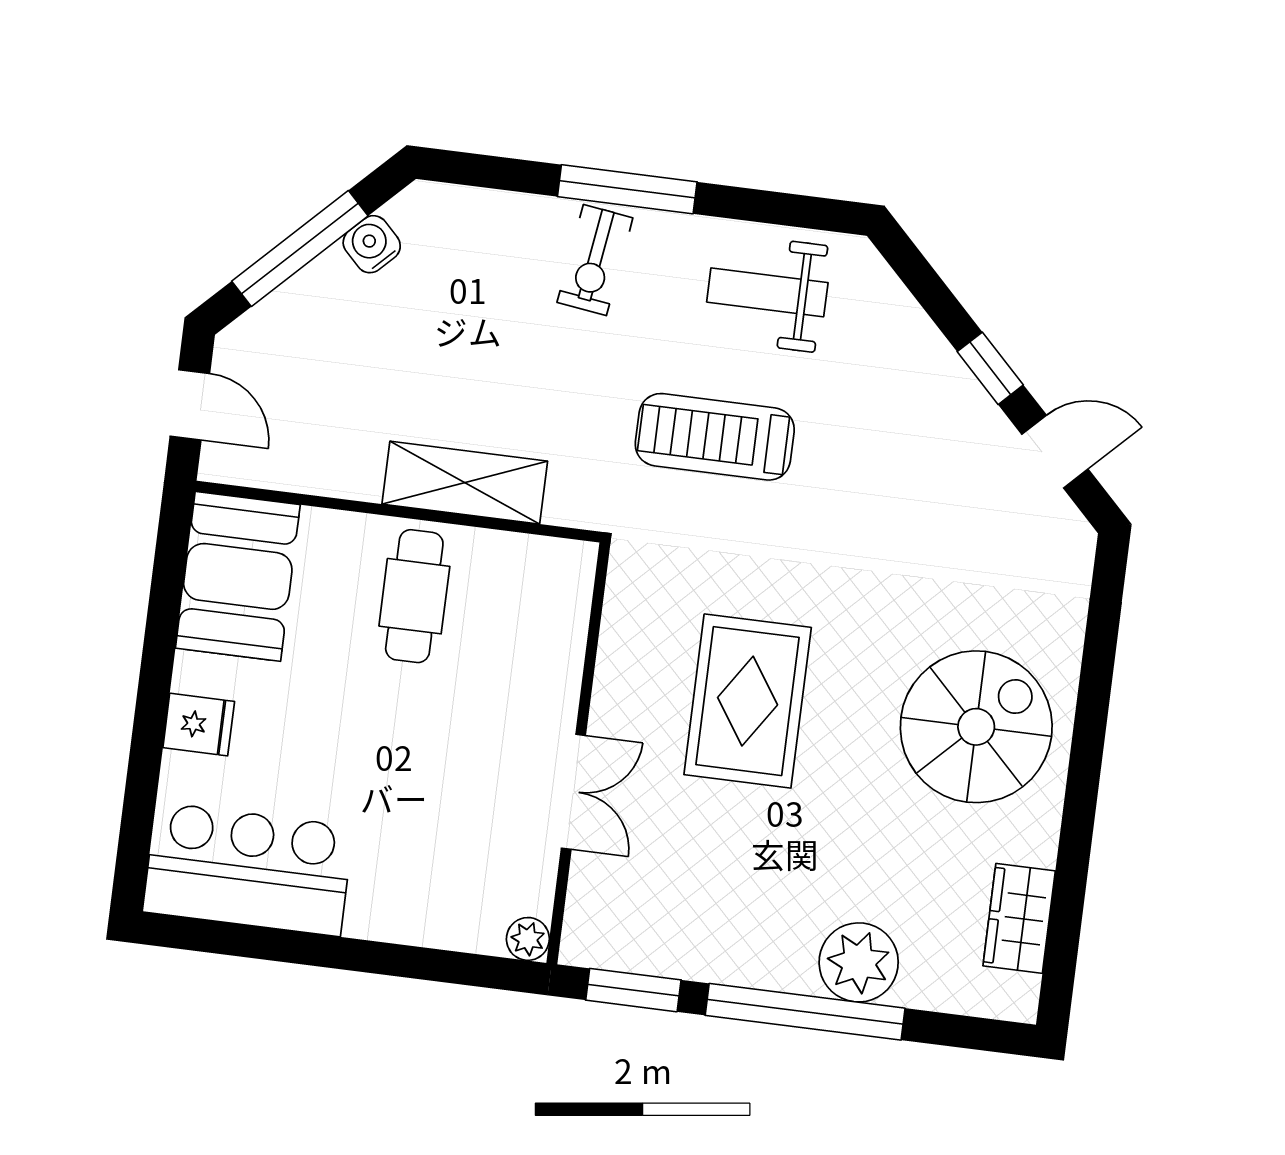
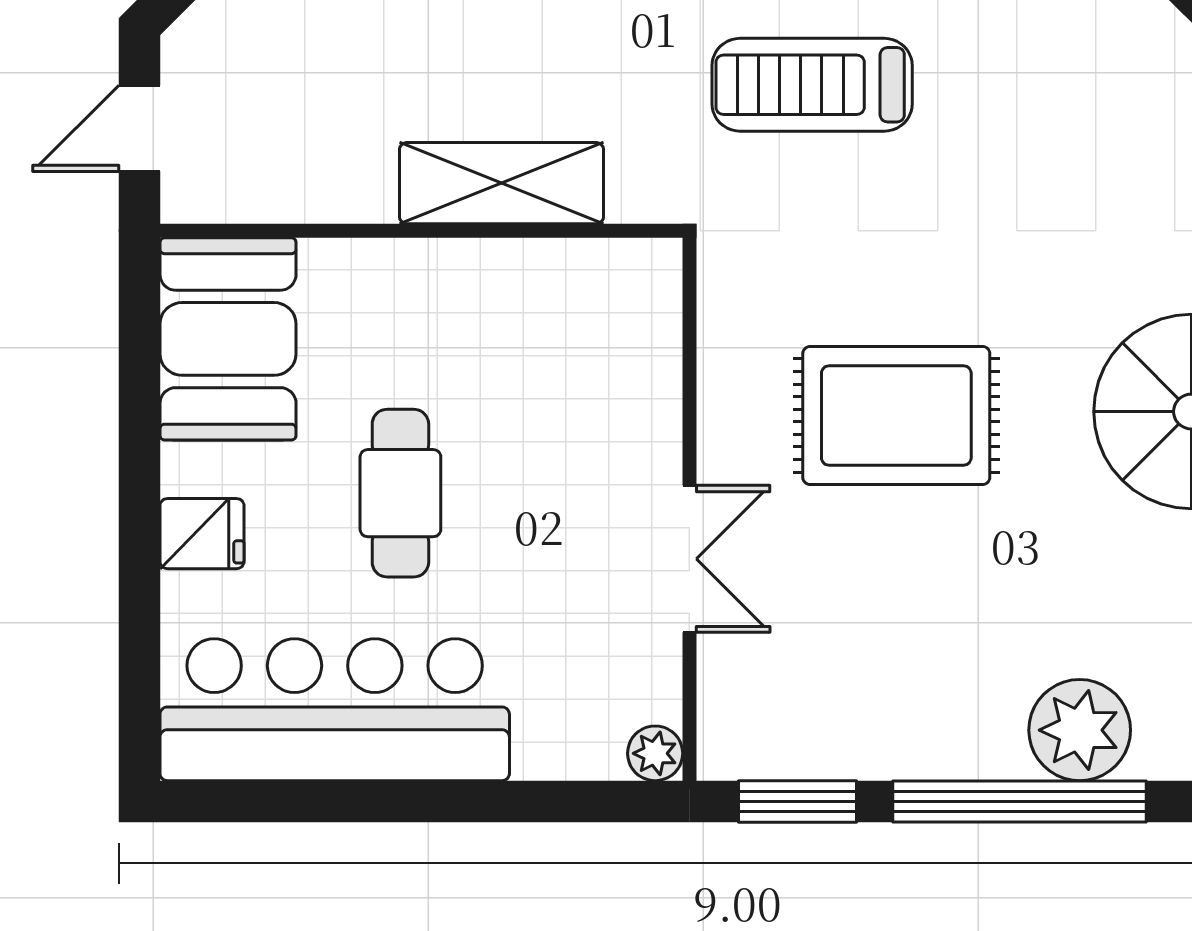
door: (190, 405) -> (139, 128), swing flipped
cafe table: (414, 596) -> (400, 493), moved
rug: (748, 701) -> (896, 415), turned 90
bar counter: (248, 869) -> (335, 710), width x1.36

